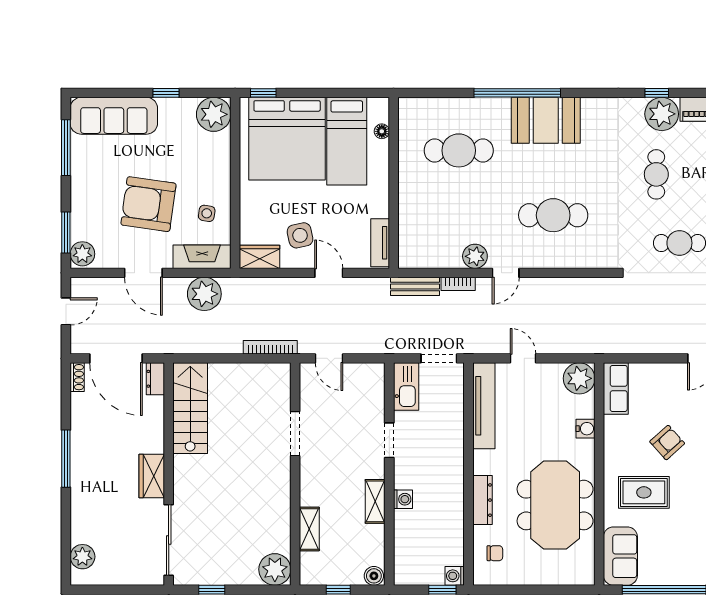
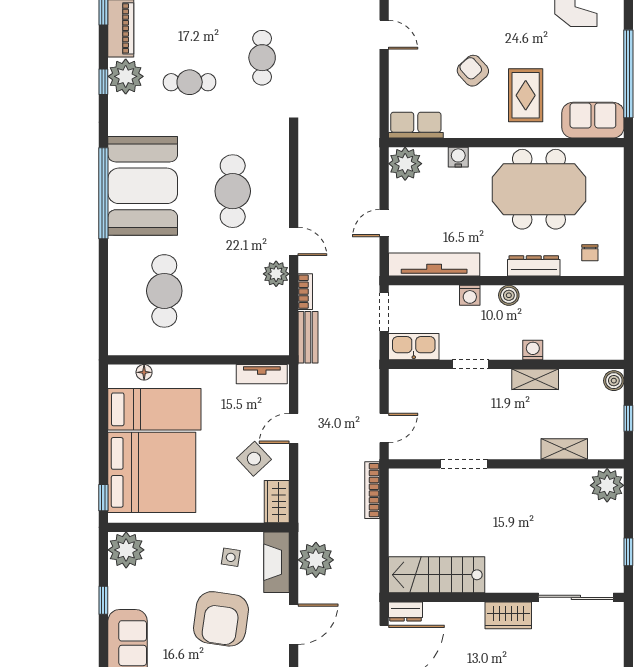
window: (517, 93) -> (103, 193), moved
booth: (546, 120) -> (143, 186), width x1.36, depth x1.42
side table: (300, 235) -> (254, 459), turned -31
boiler: (455, 477) -> (509, 295), added
chair: (495, 553) -> (590, 253), turned 180
washing machine: (455, 576) -> (470, 295), moved
window: (442, 590) -> (628, 308), removed

